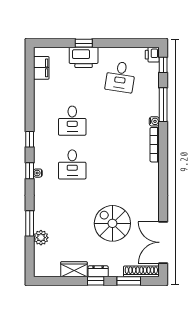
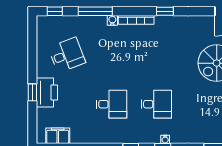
printer: (152, 55) -> (44, 22), removed
desk: (120, 77) -> (67, 55), turned -30
window: (163, 173) -> (165, 11), added

